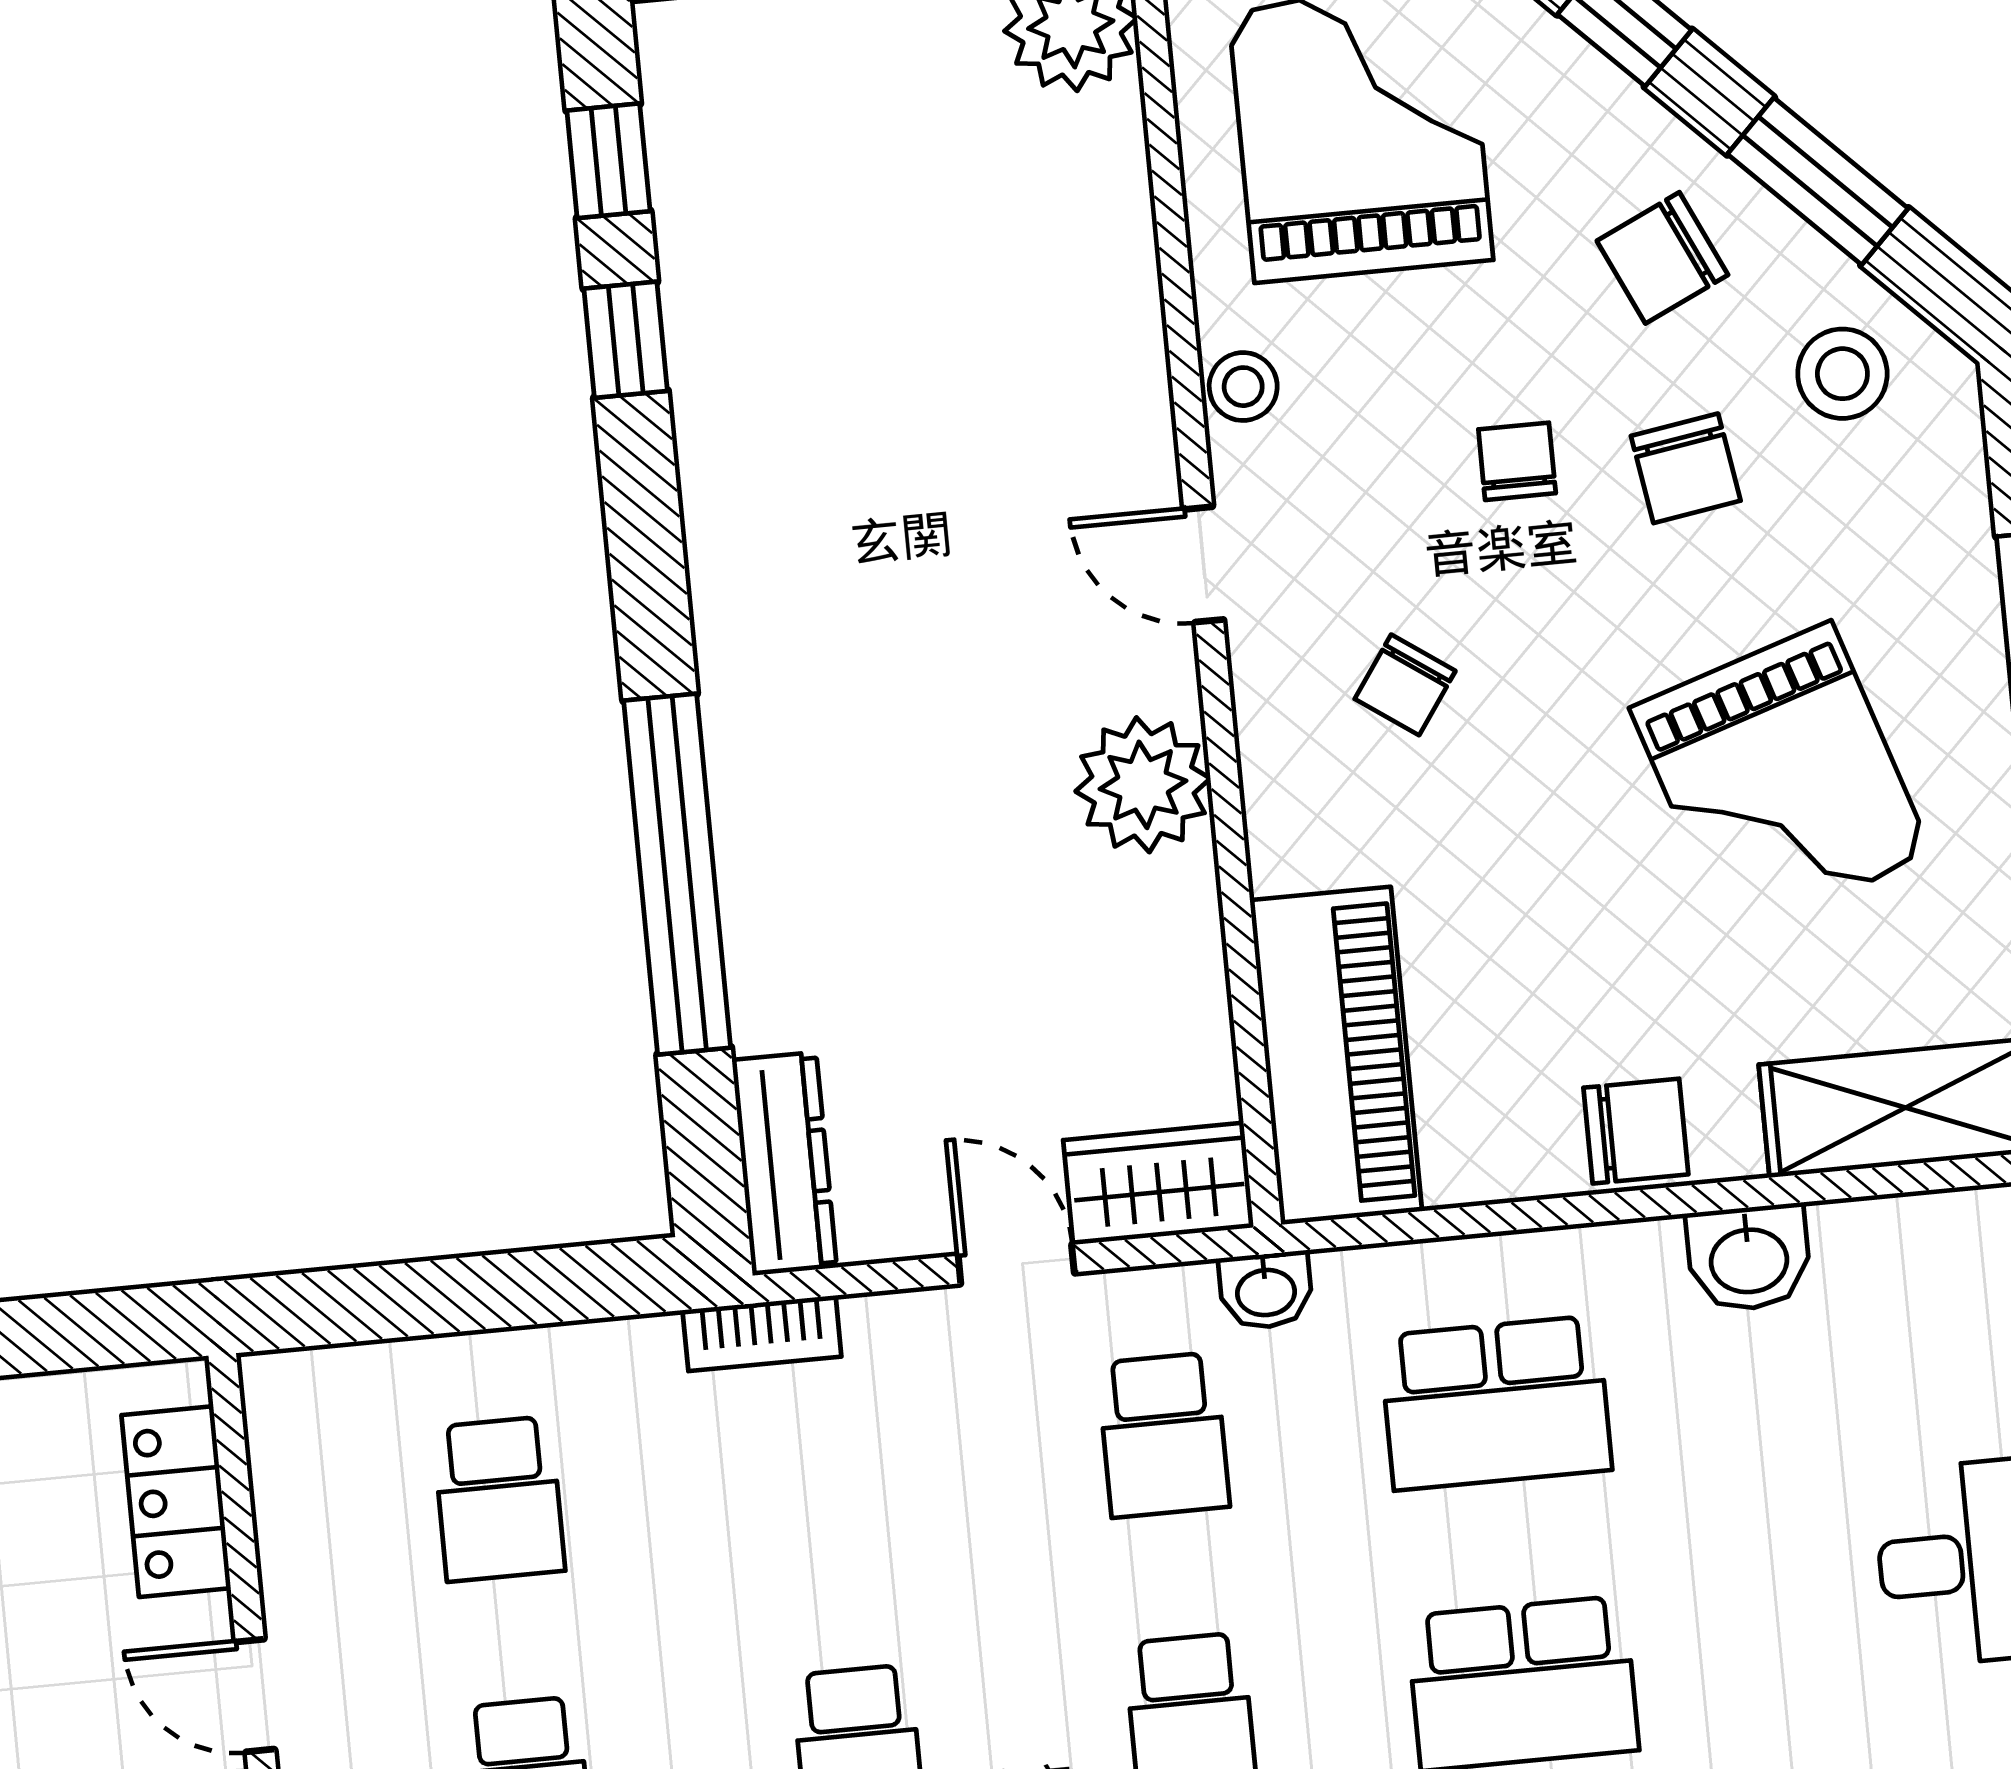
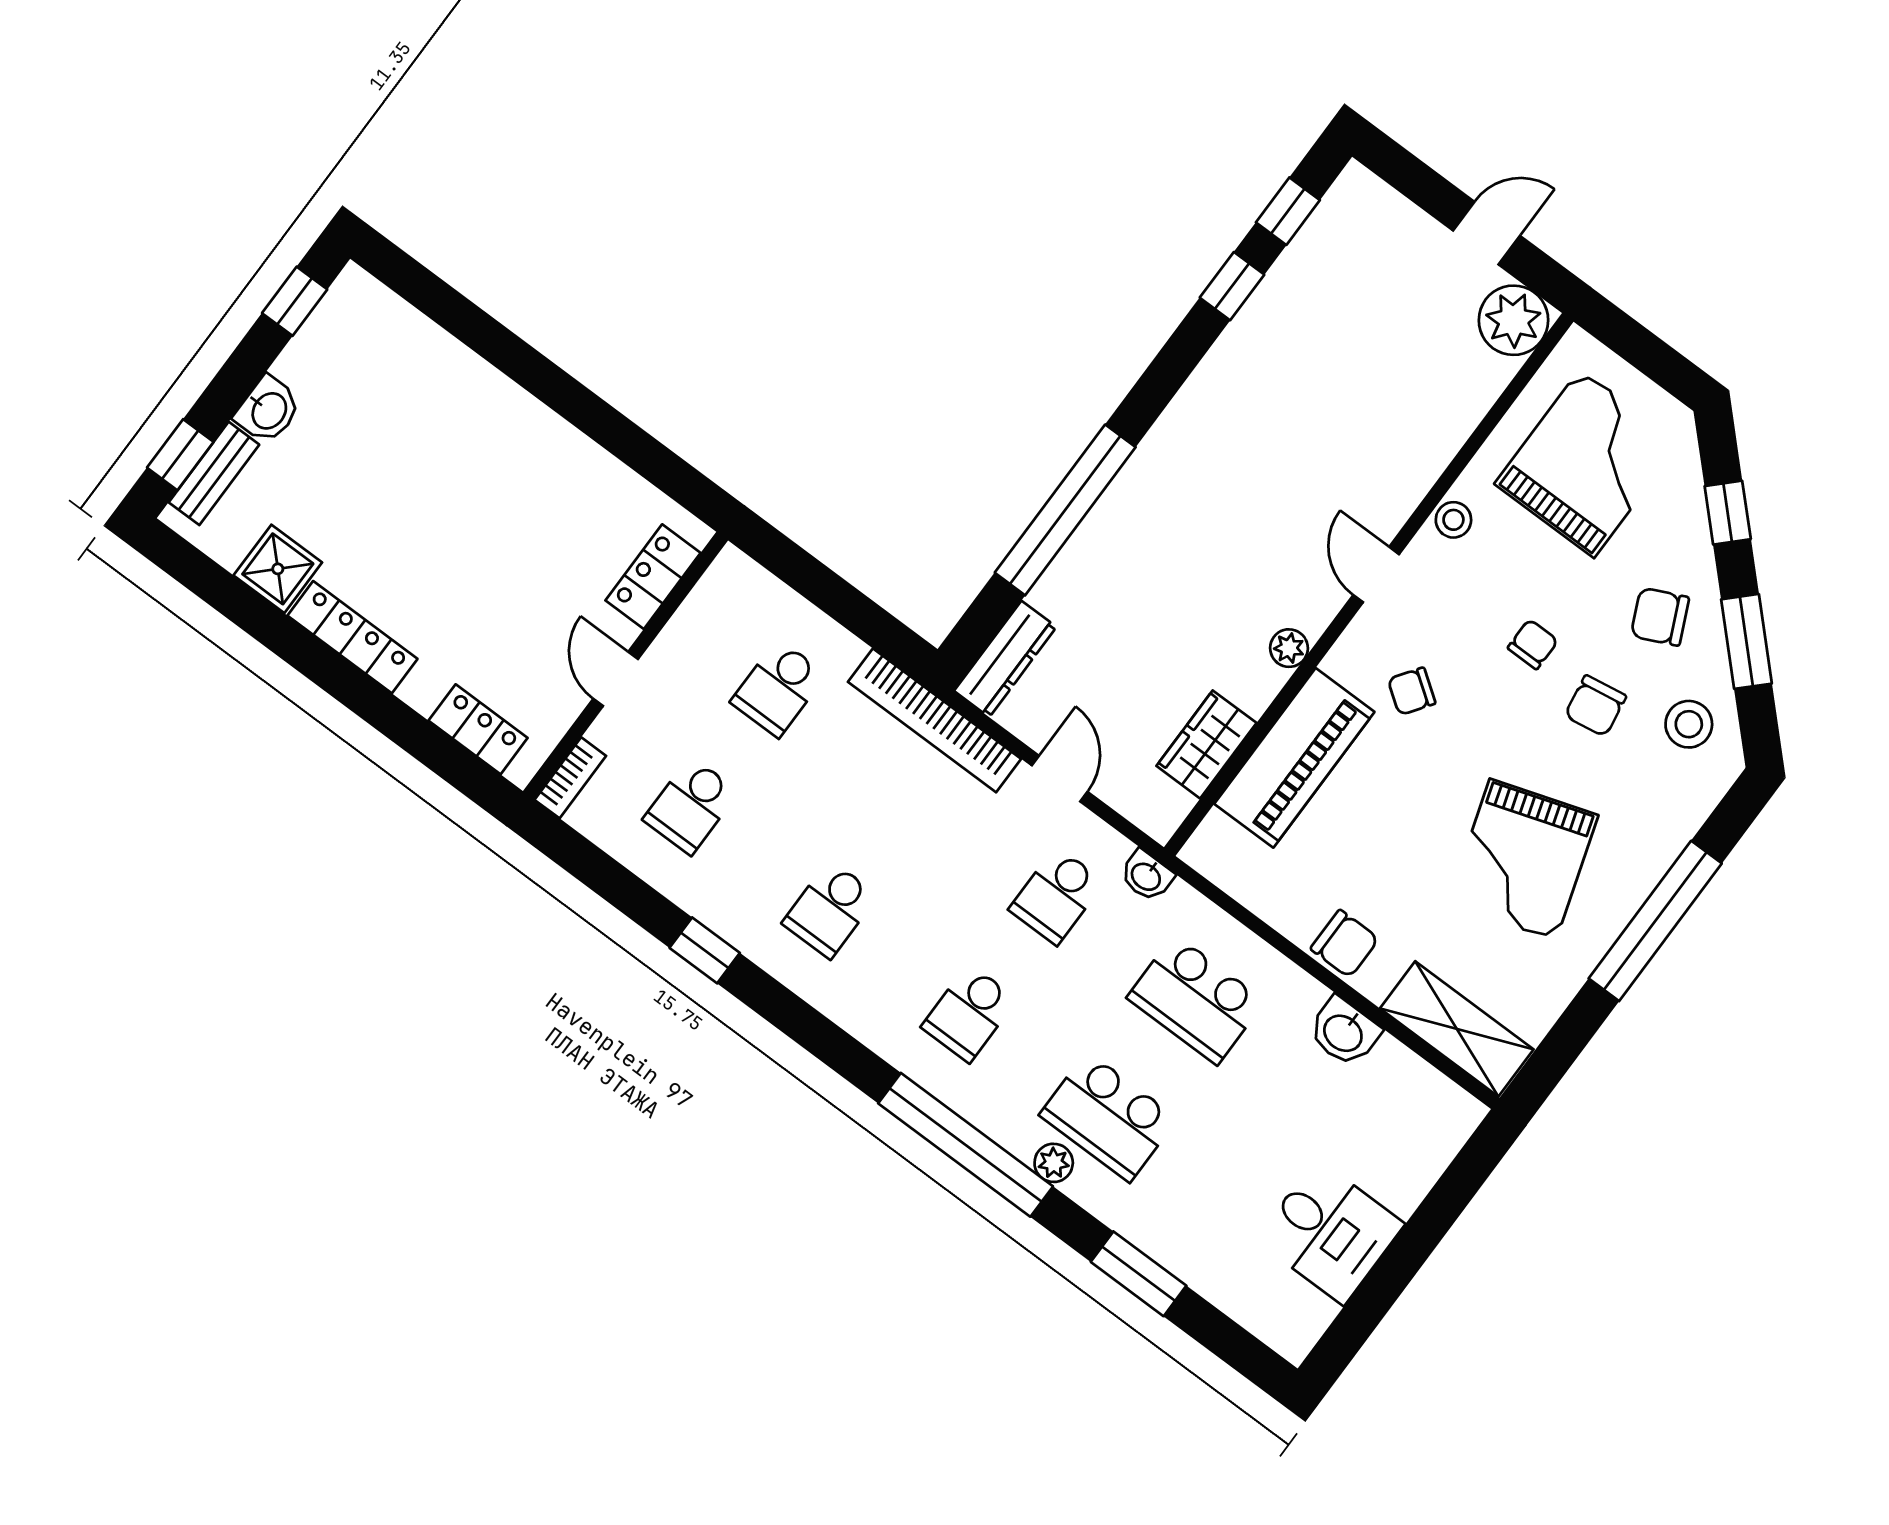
plant: (1143, 785) -> (1289, 648), width x0.53, depth x0.53
piano: (1336, 1056) -> (1294, 758), moved
wardrobe: (1158, 1184) -> (1206, 744), moved, turned -90
bookcase: (762, 1333) -> (934, 720), width x2.31, depth x1.31

